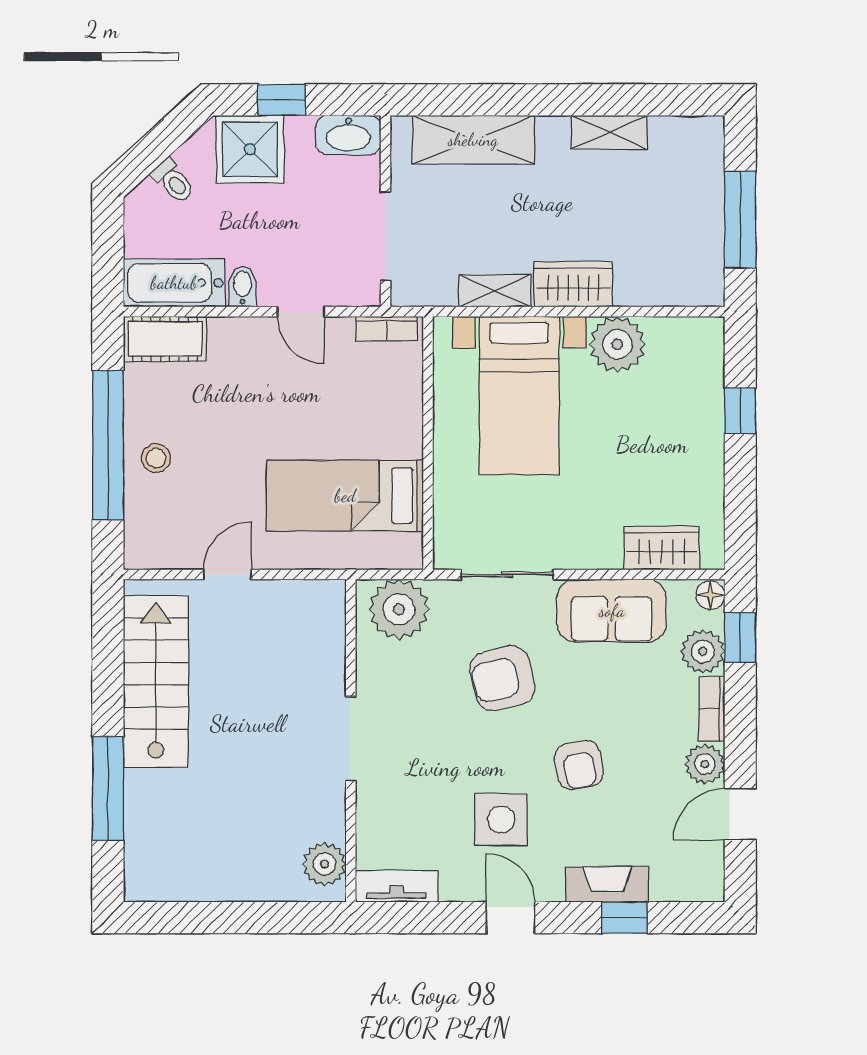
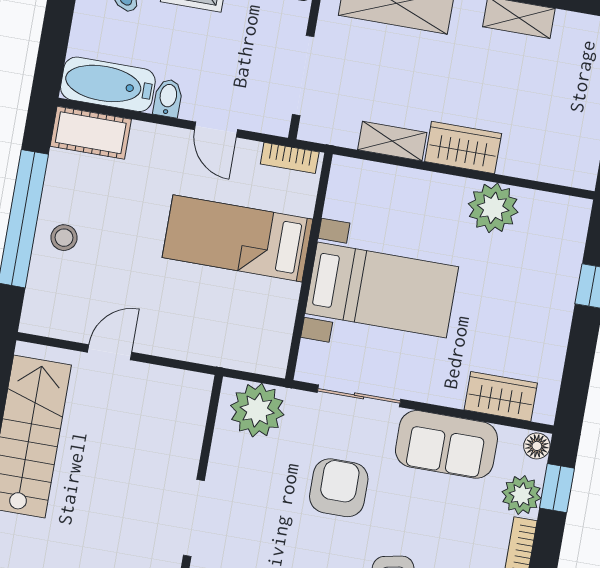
bed with nightstands: (519, 396) -> (382, 290), moved, turned -90
bed: (345, 496) -> (237, 238), moved
armchair: (502, 678) -> (339, 488), turned 104

